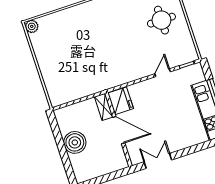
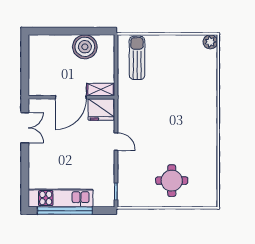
door: (163, 73) -> (116, 142), moved
sun lounger: (66, 85) -> (137, 58), added
boiler: (75, 142) -> (85, 47), moved

